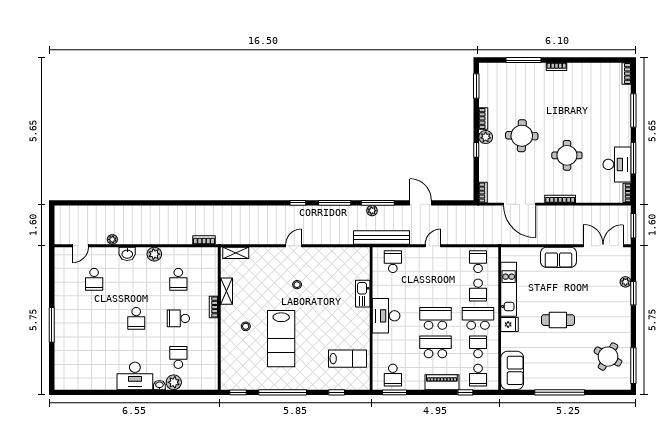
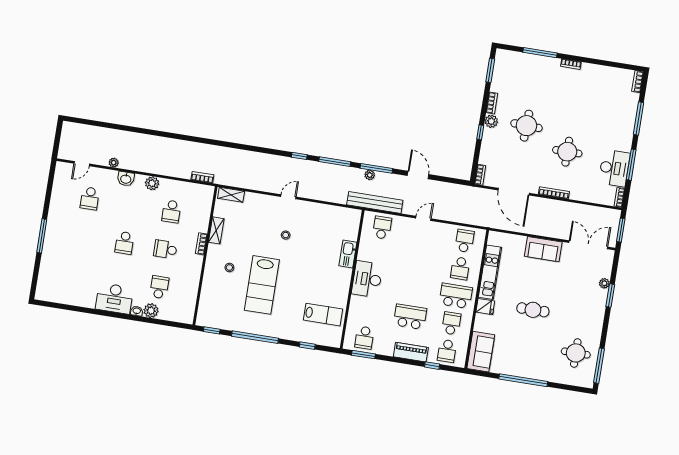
school desk: (435, 318) -> (414, 289), removed
round table: (608, 357) -> (576, 353), turned -30

